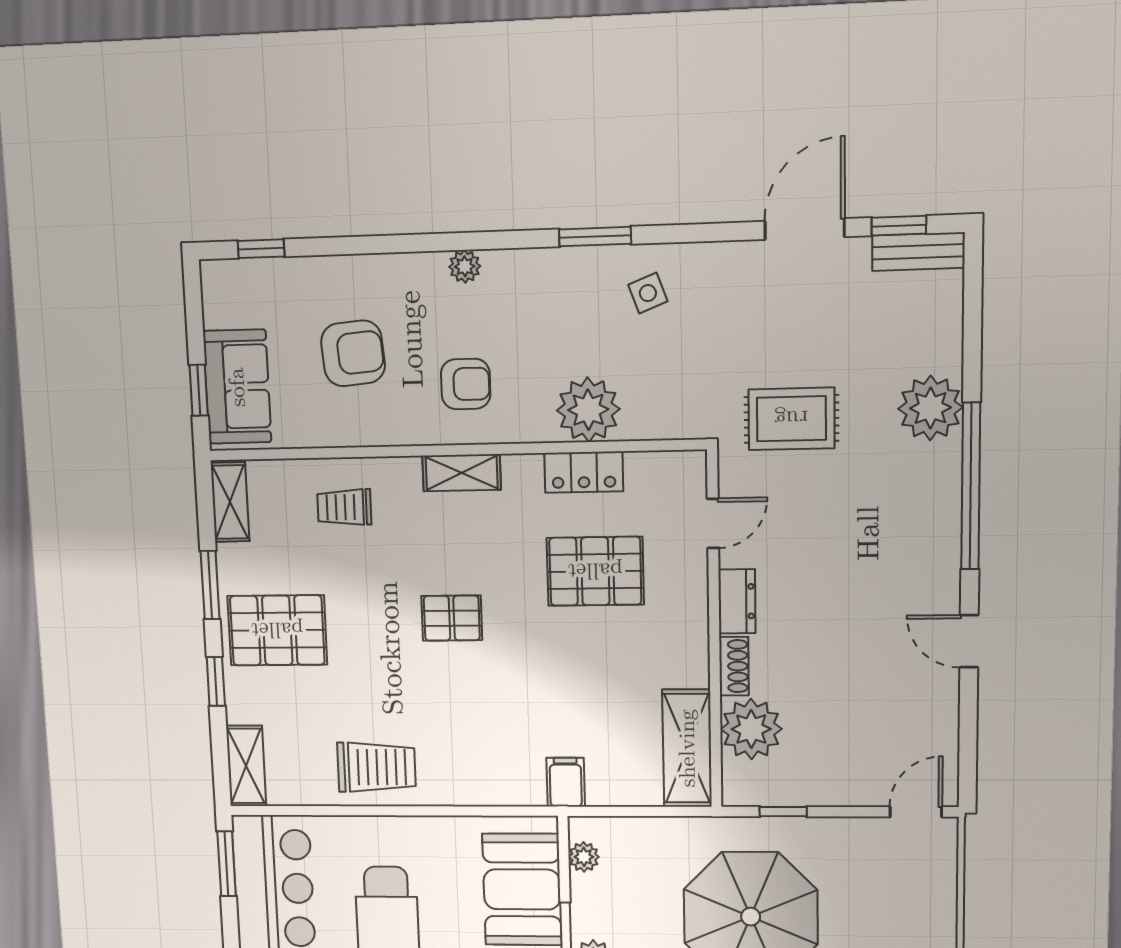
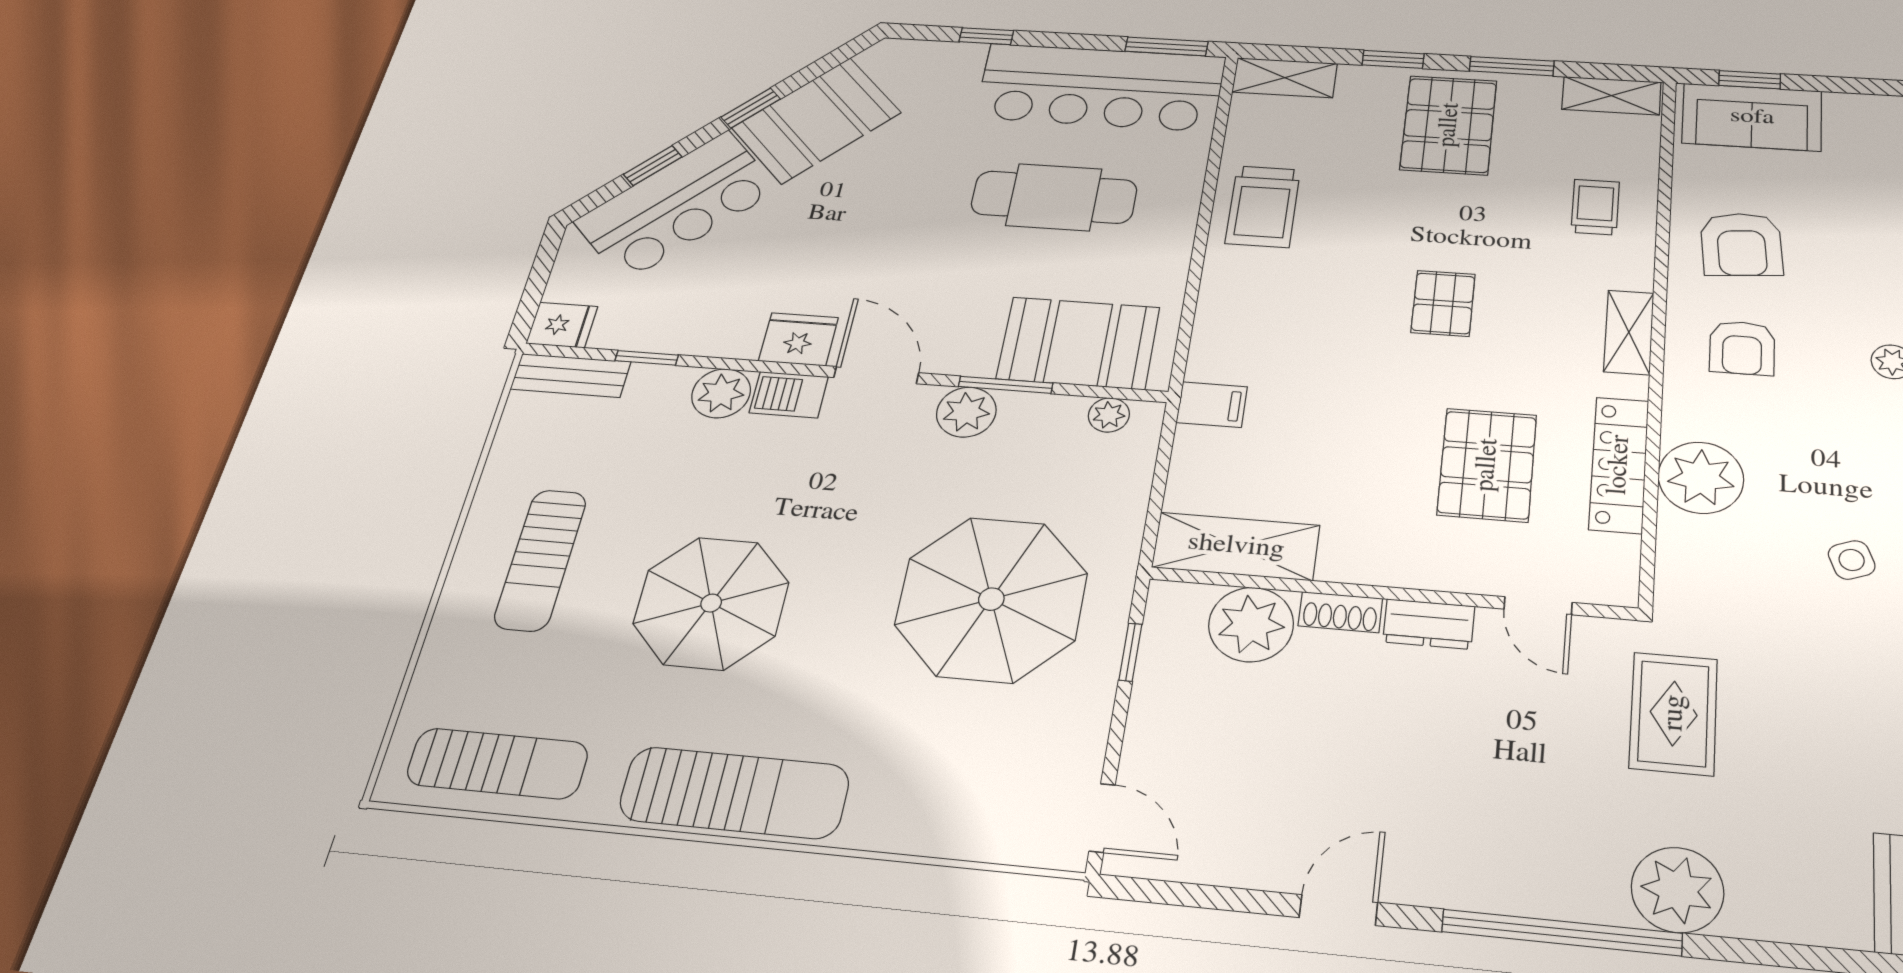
armchair: (353, 353) -> (1741, 244), moved
locker: (584, 472) -> (1619, 465), width x1.53

